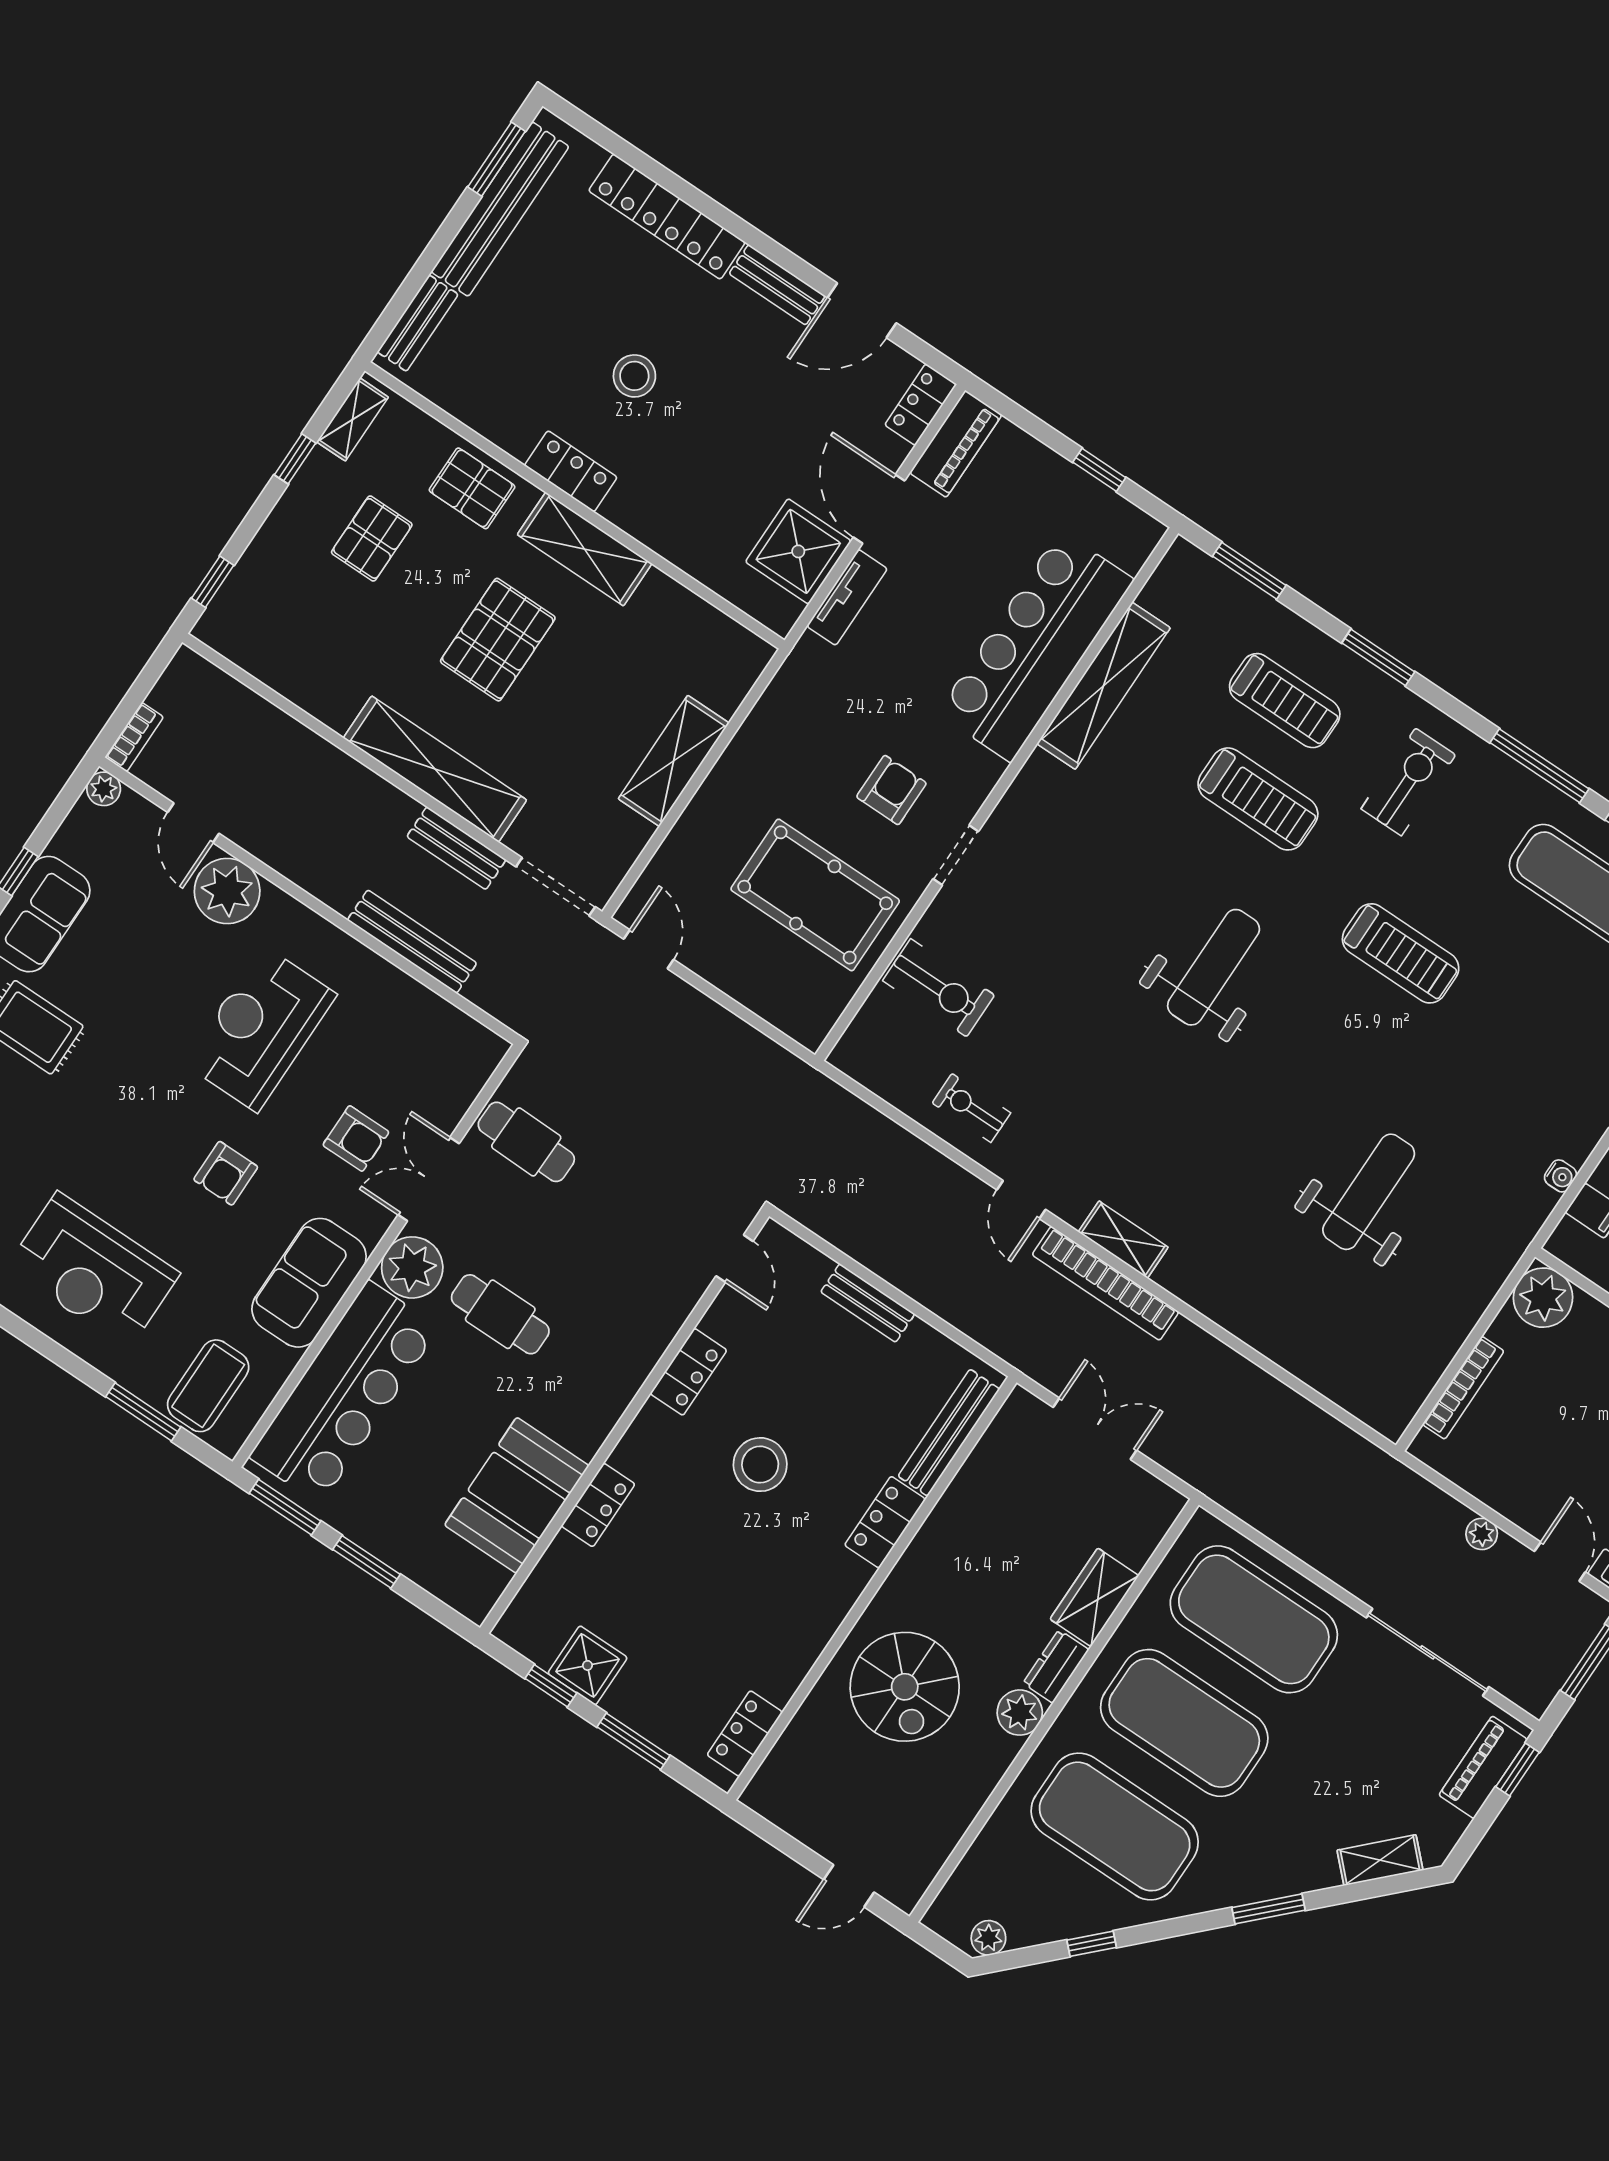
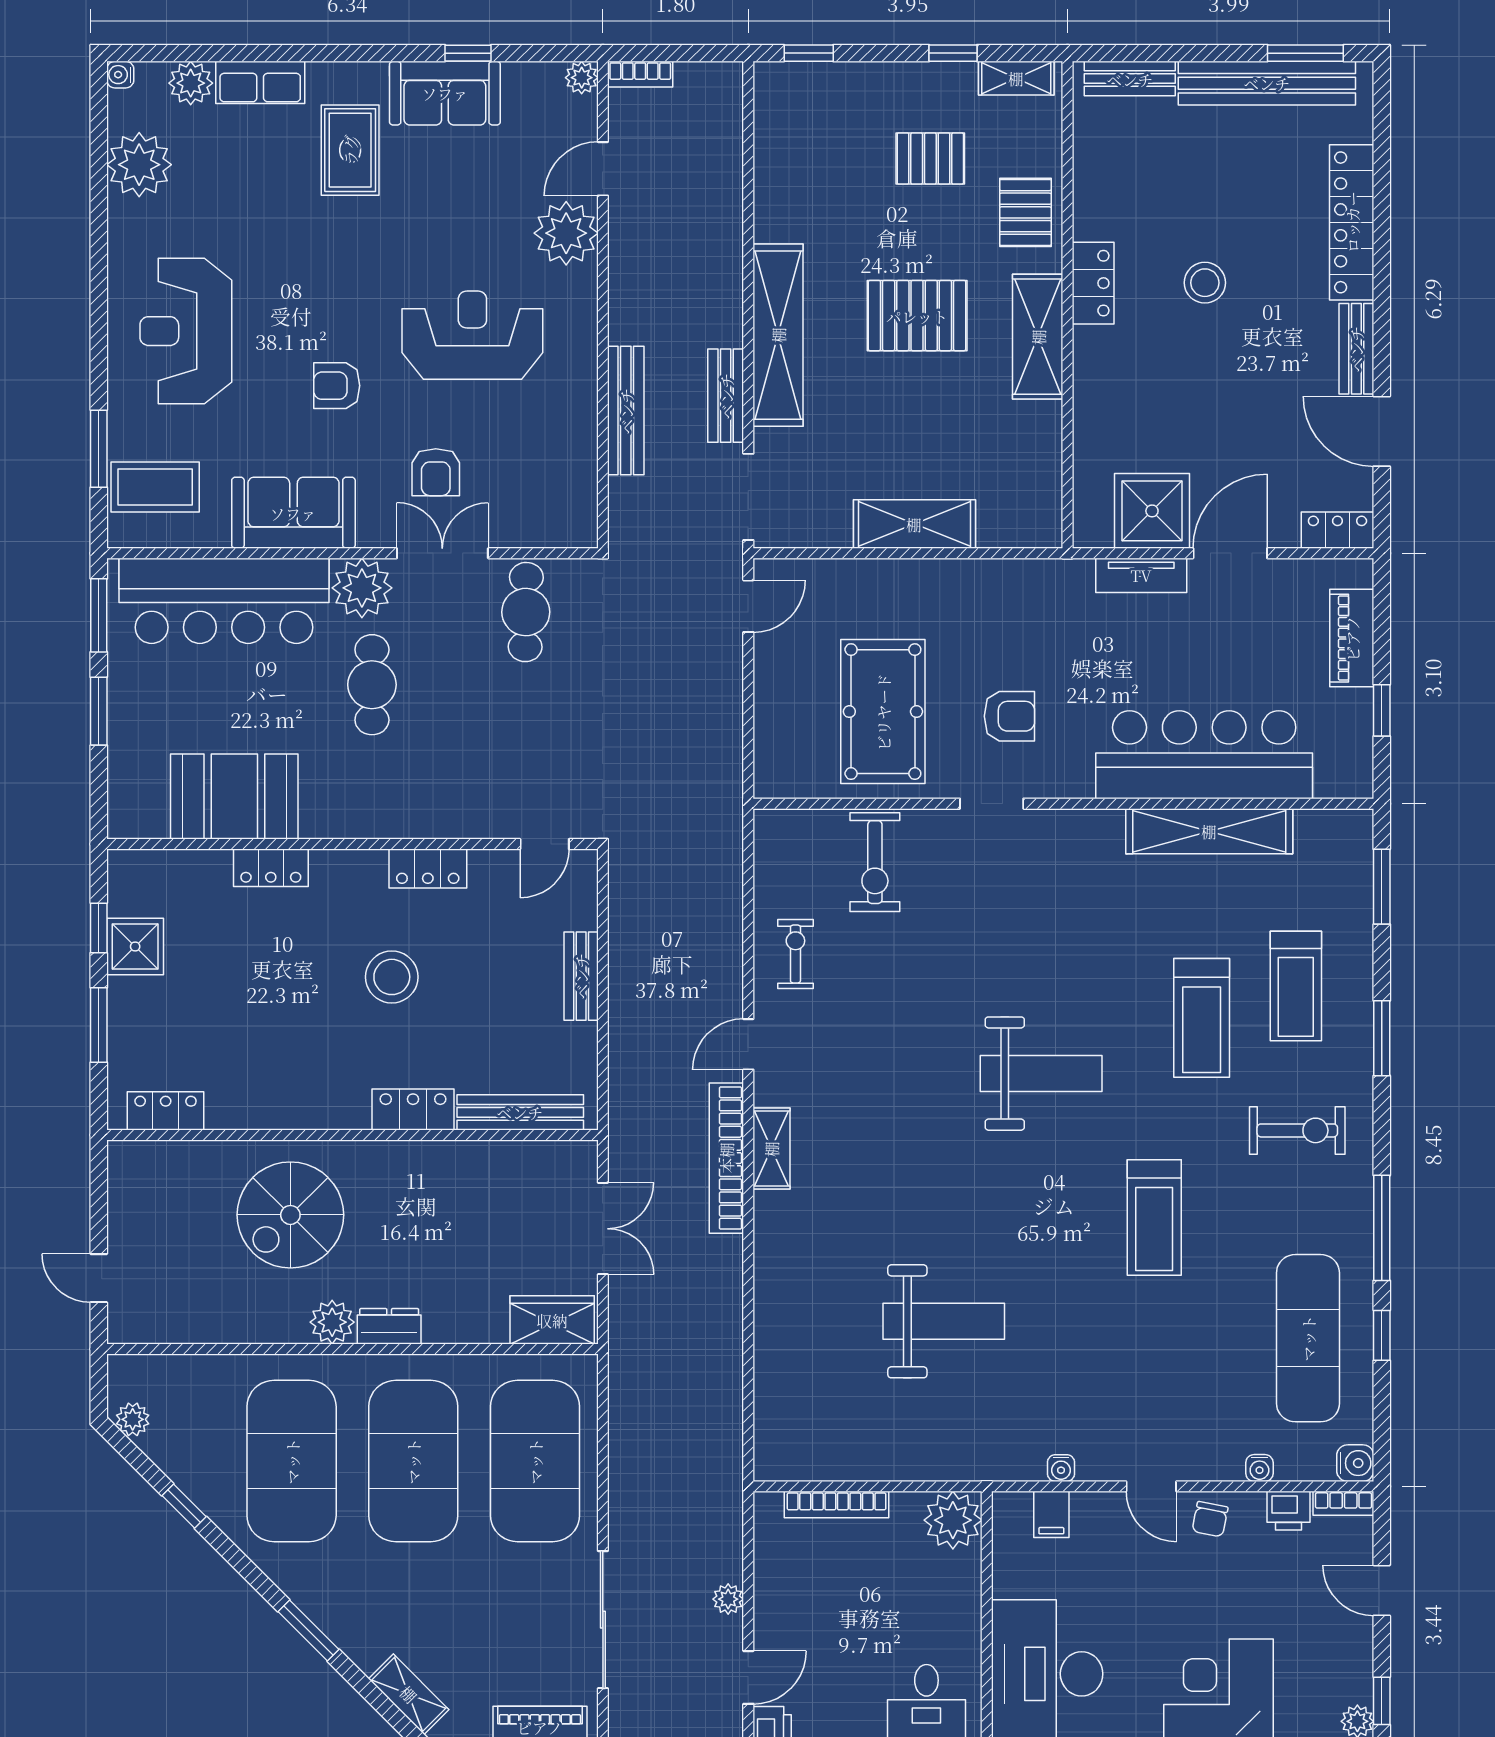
piano: (956, 444) -> (1352, 638), moved, turned 90
wardrobe: (1094, 1597) -> (552, 1320), moved

